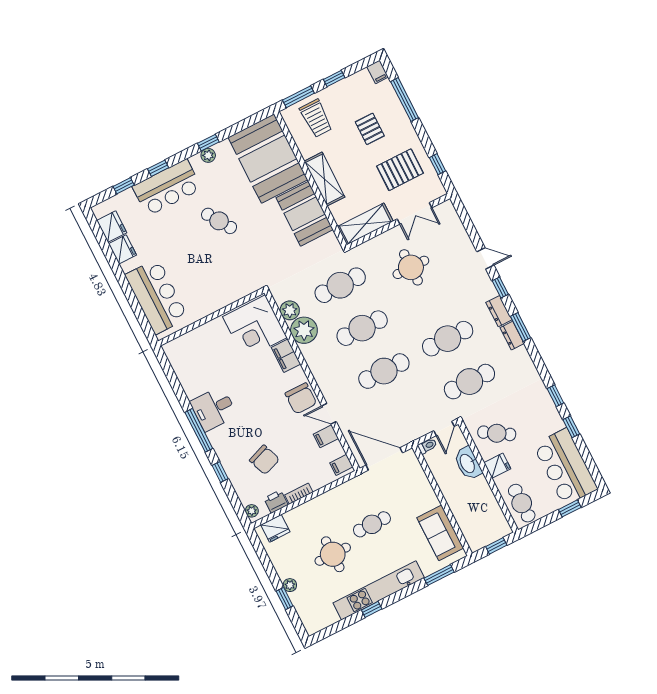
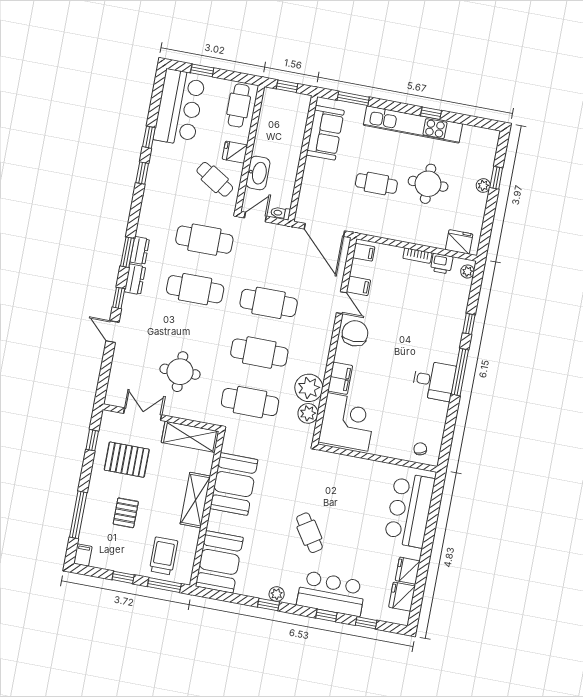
booth: (268, 159) -> (219, 562), width x0.73, depth x0.70
chair: (264, 460) -> (420, 449), moved, width x0.54, depth x0.54

